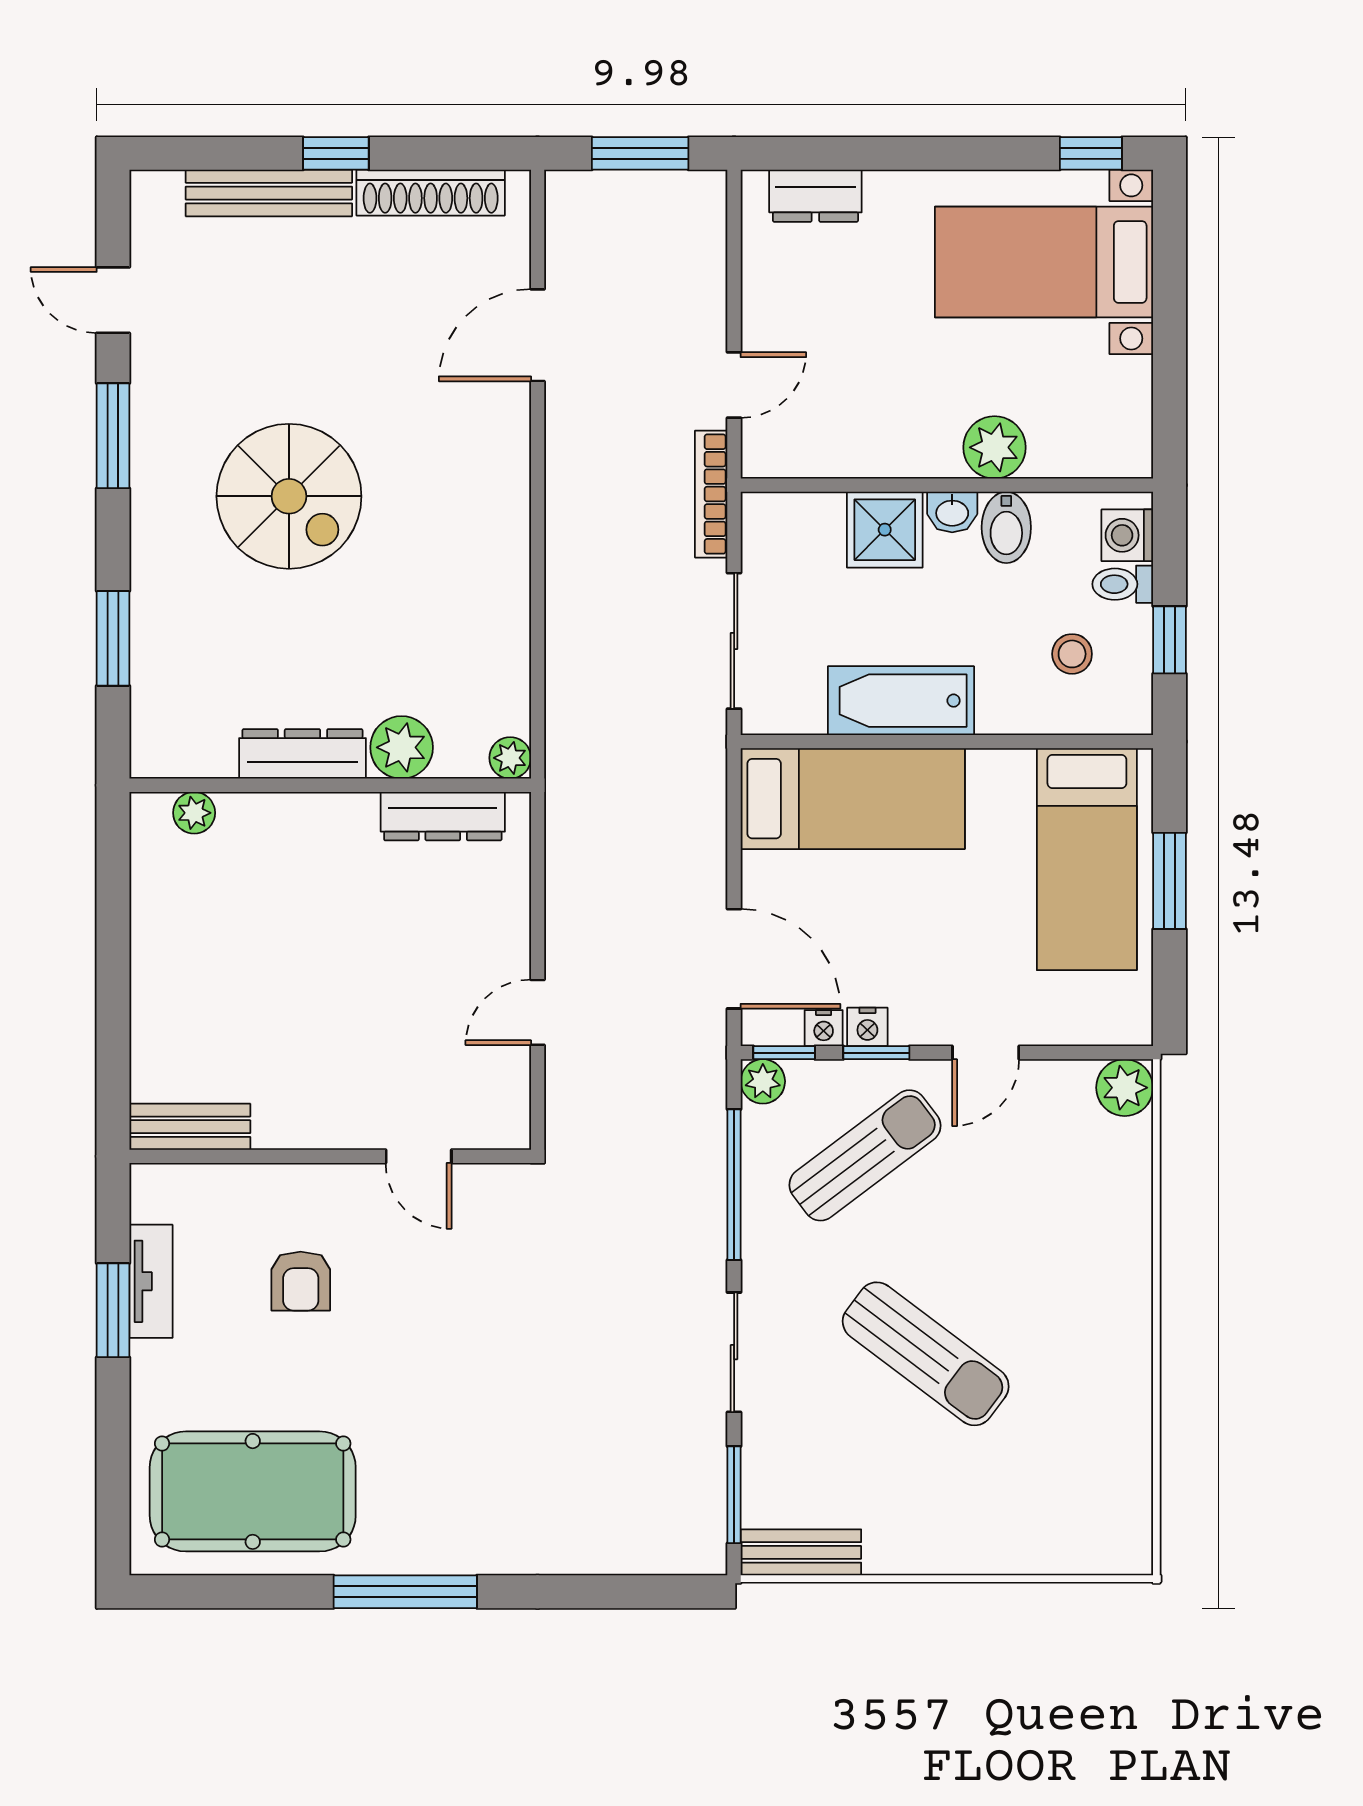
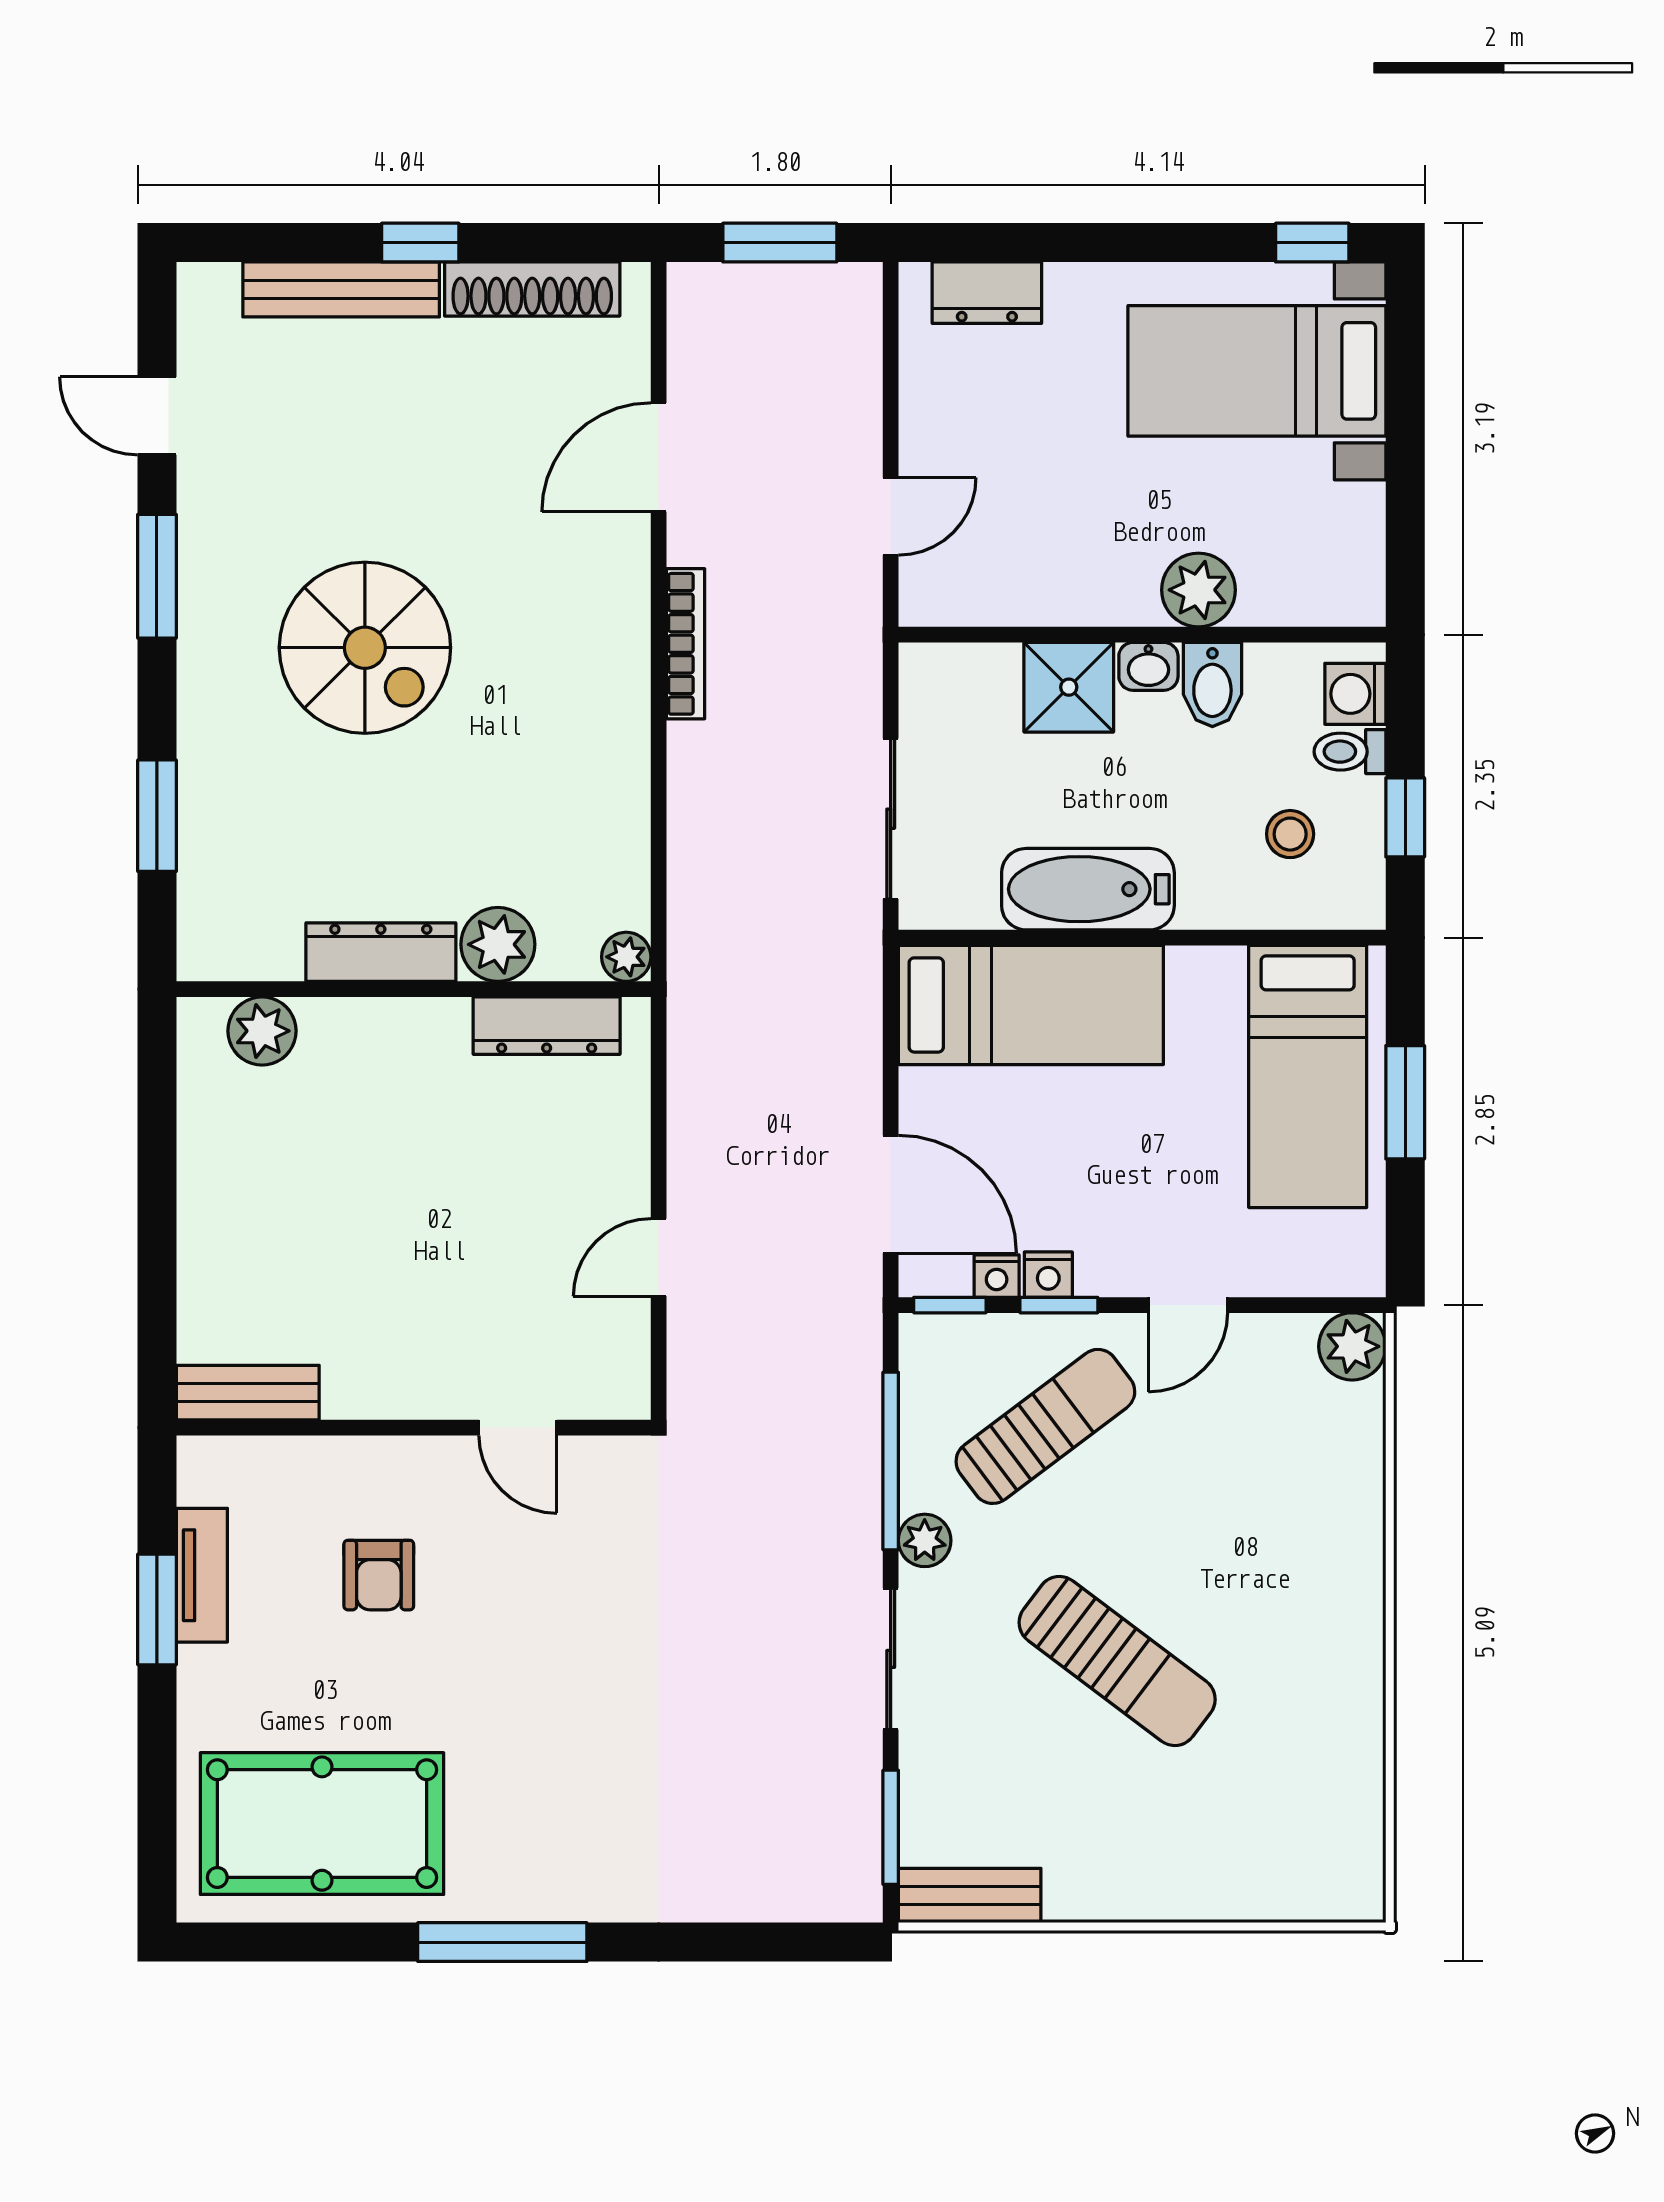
bookcase: (711, 494) -> (686, 644), moved, turned 180
plant: (194, 813) -> (262, 1031), width x1.38, depth x1.38
plant: (763, 1081) -> (925, 1540), moved

